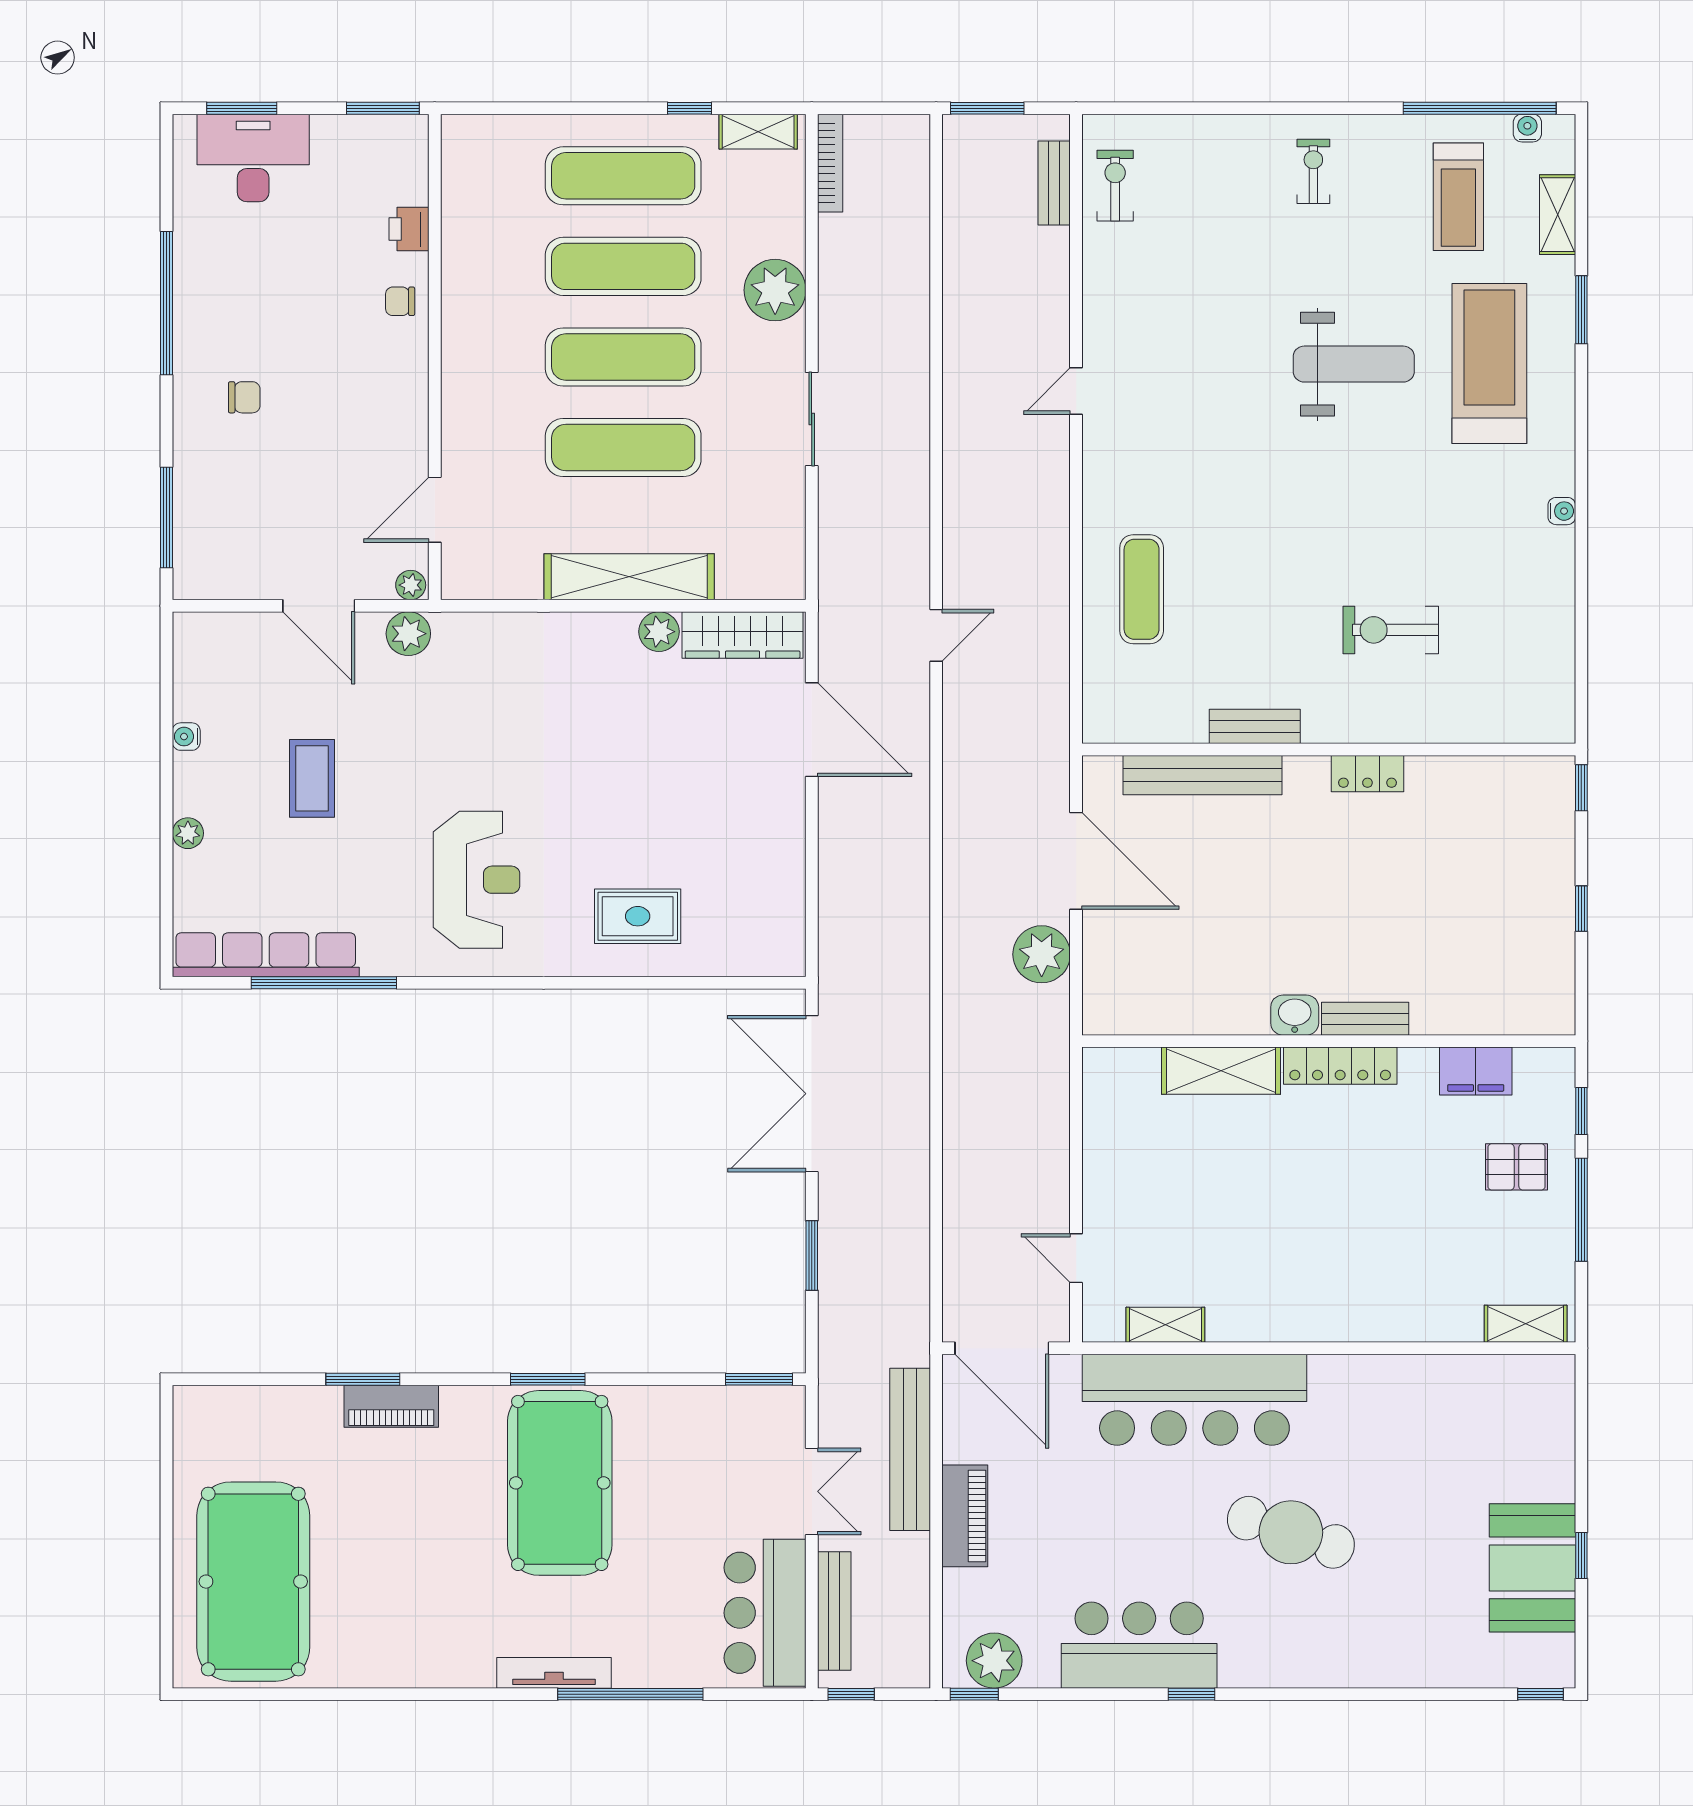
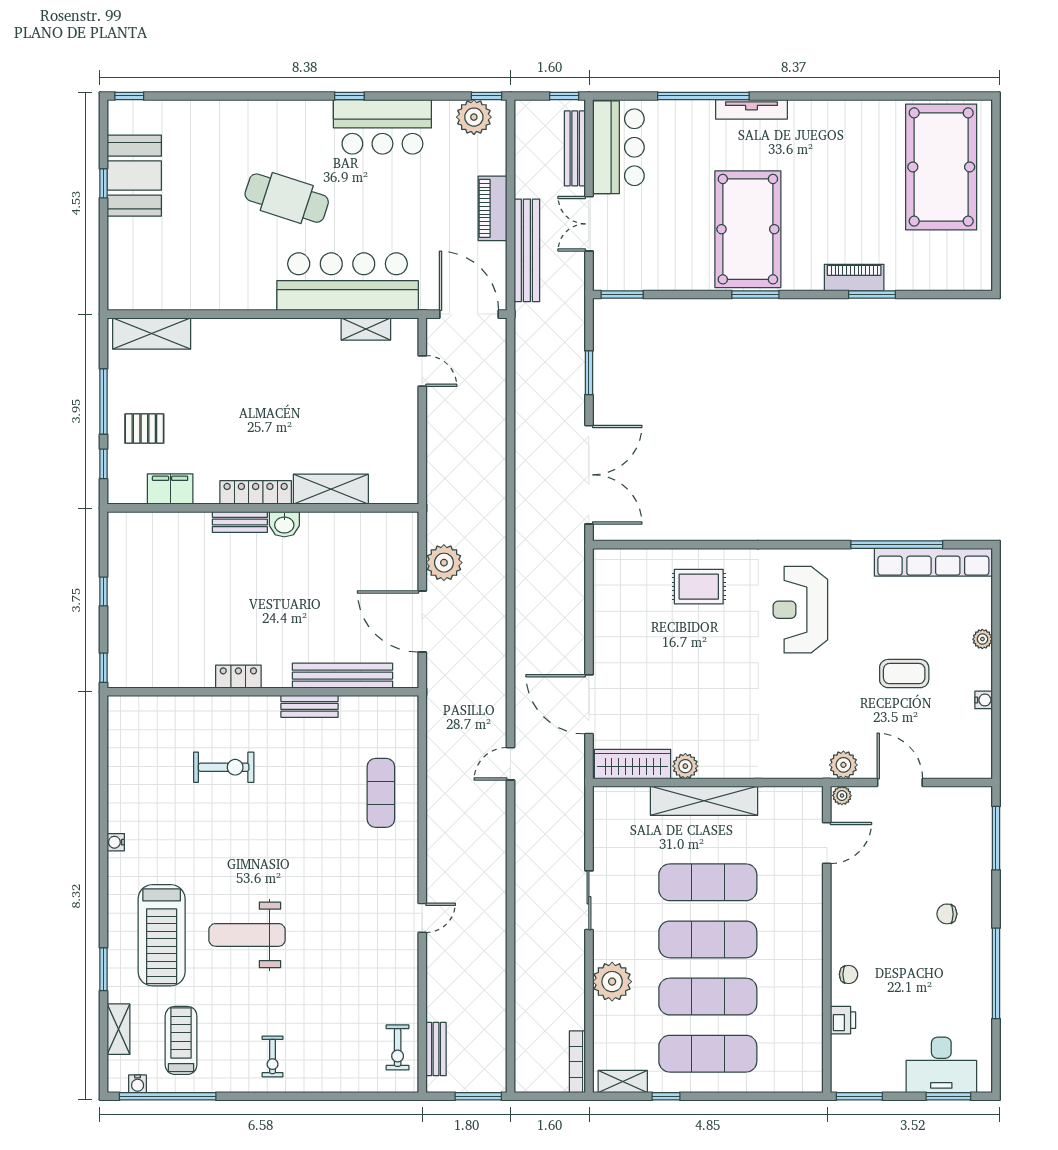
coffee table: (312, 778) -> (904, 674), turned 90
shelving: (1526, 1324) -> (152, 333), width x1.50, depth x1.33

